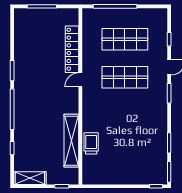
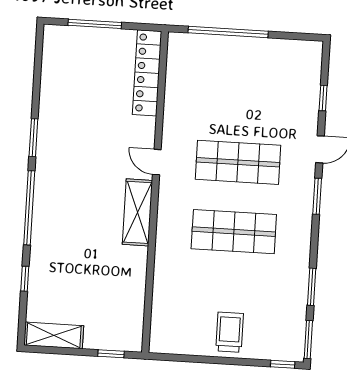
shop shelf: (125, 39) -> (234, 232), moved
locker: (72, 49) -> (147, 73), moved
door: (80, 80) -> (157, 162), hinge flipped
shelving: (71, 141) -> (137, 212), moved, width x0.68
trolley: (91, 143) -> (230, 332), moved

